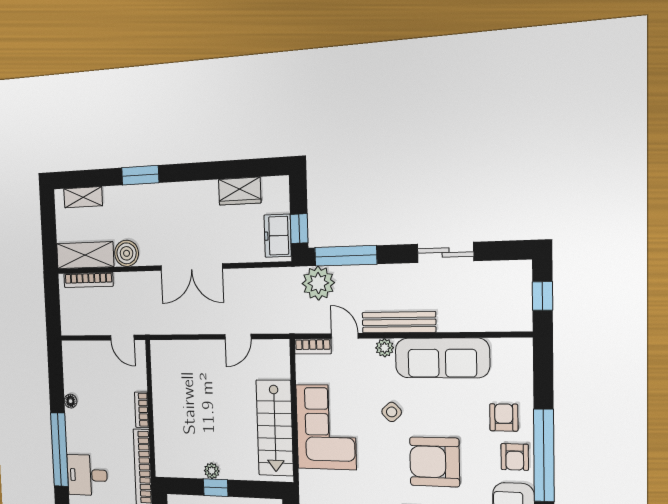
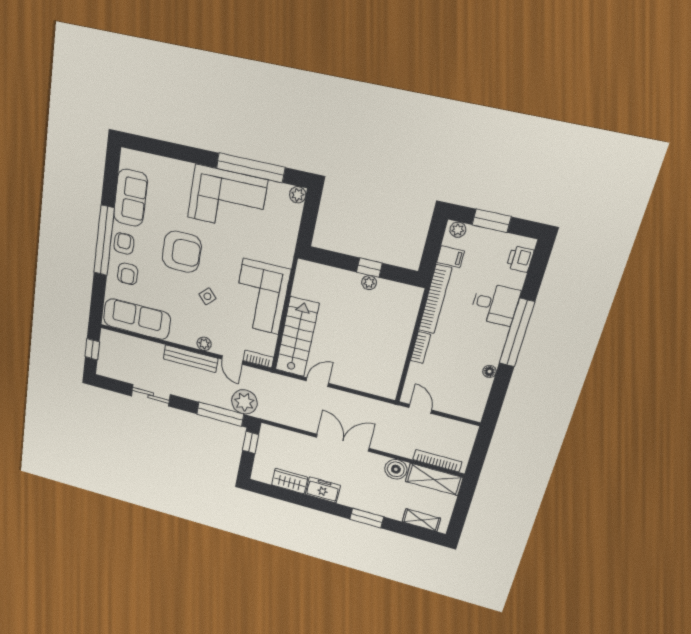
freezer: (278, 236) -> (323, 490), moved, turned -90
sofa: (442, 358) -> (137, 319), moved
stairs: (275, 428) -> (297, 337), moved

